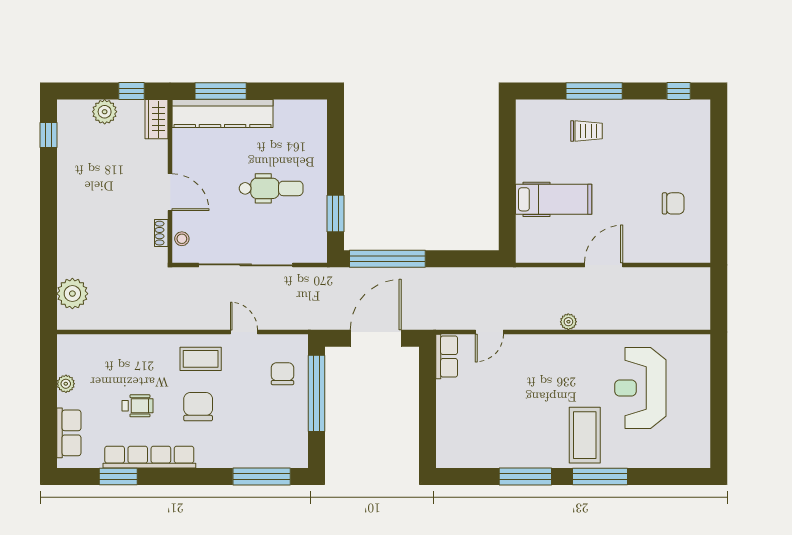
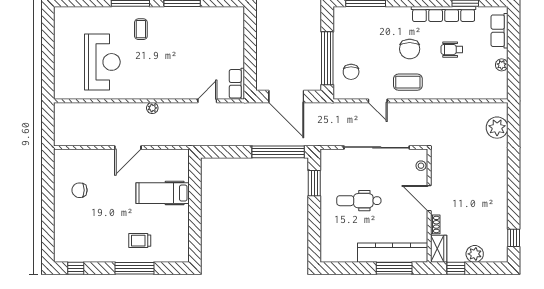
shoe rack: (161, 233) -> (435, 224), moved
door: (376, 338) -> (286, 97), hinge flipped
coffee table: (585, 435) -> (141, 29), width x0.54, depth x0.58

